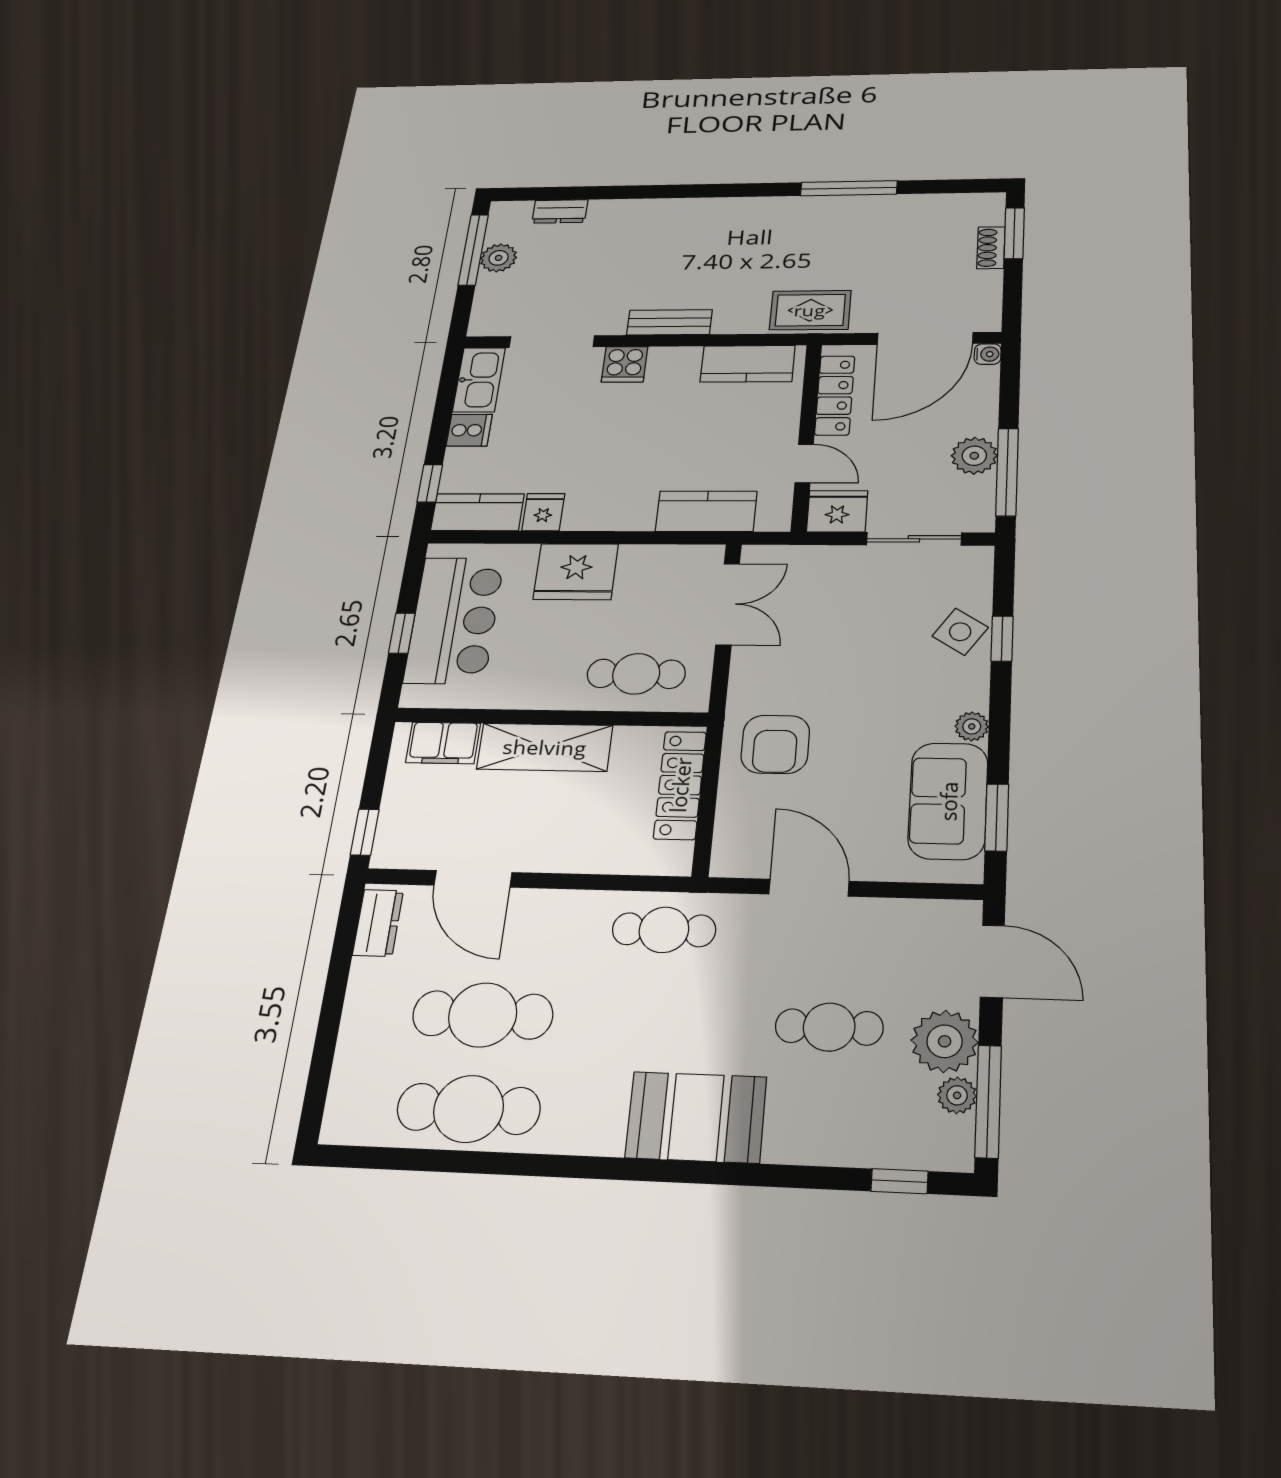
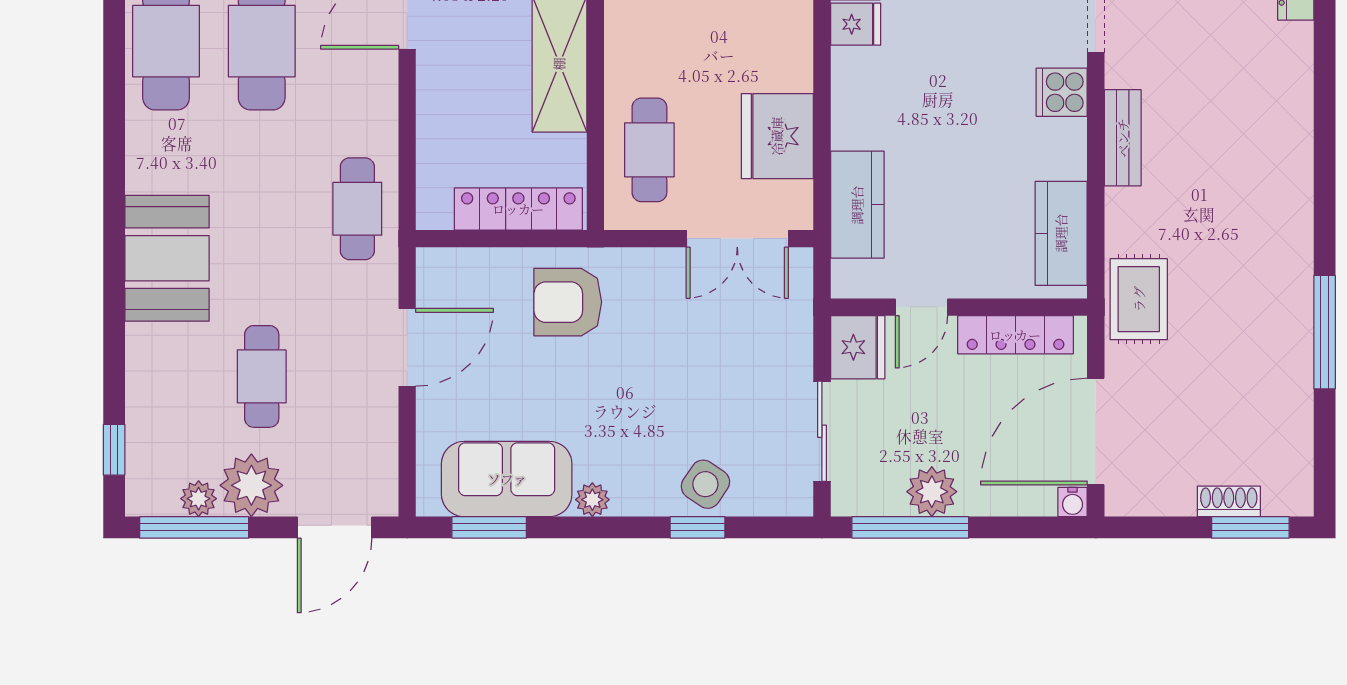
door: (925, 338) -> (1096, 432), hinge flipped
fridge: (576, 572) -> (777, 136), moved

